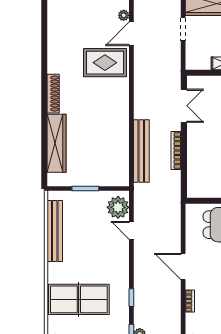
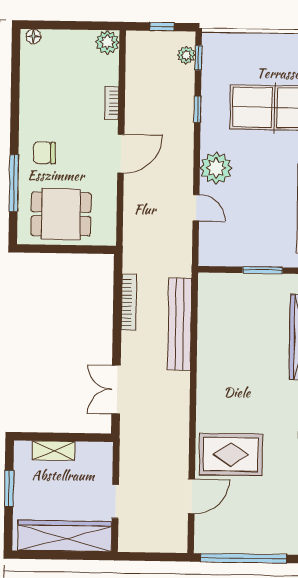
plant: (124, 15) -> (202, 524), removed
bookcase: (176, 150) -> (129, 303), moved
plant: (118, 207) -> (216, 168), moved
door: (183, 266) -> (121, 154), hinge flipped

